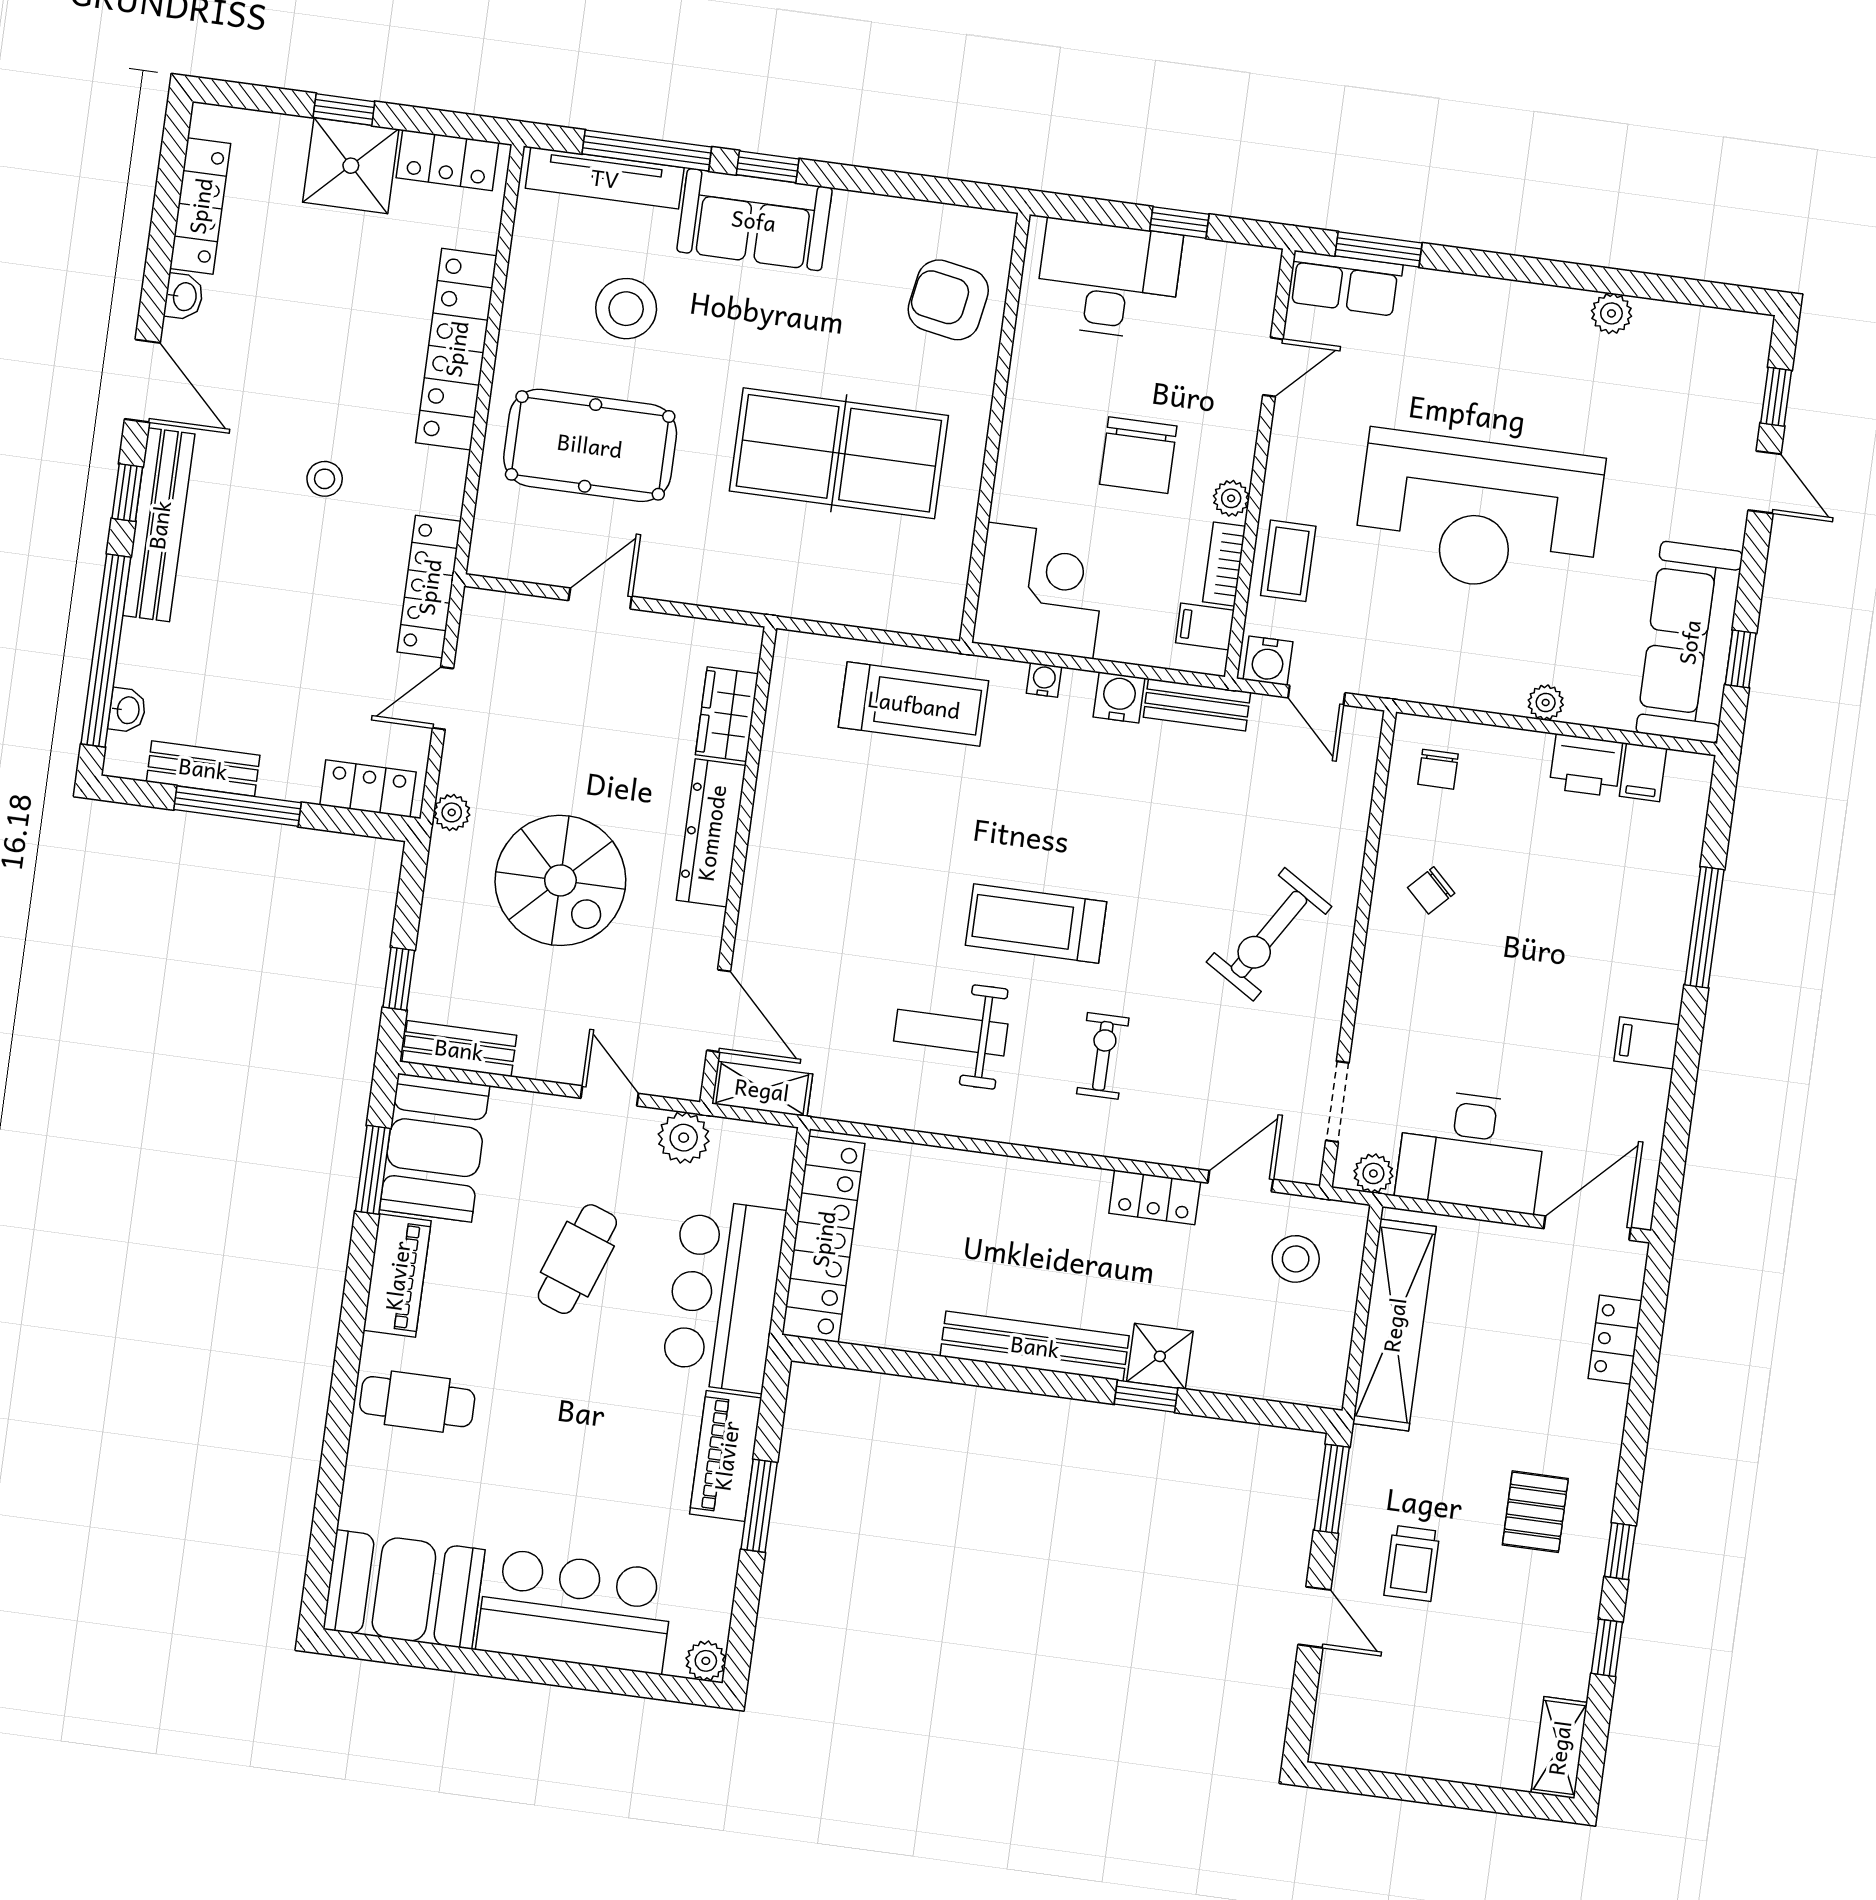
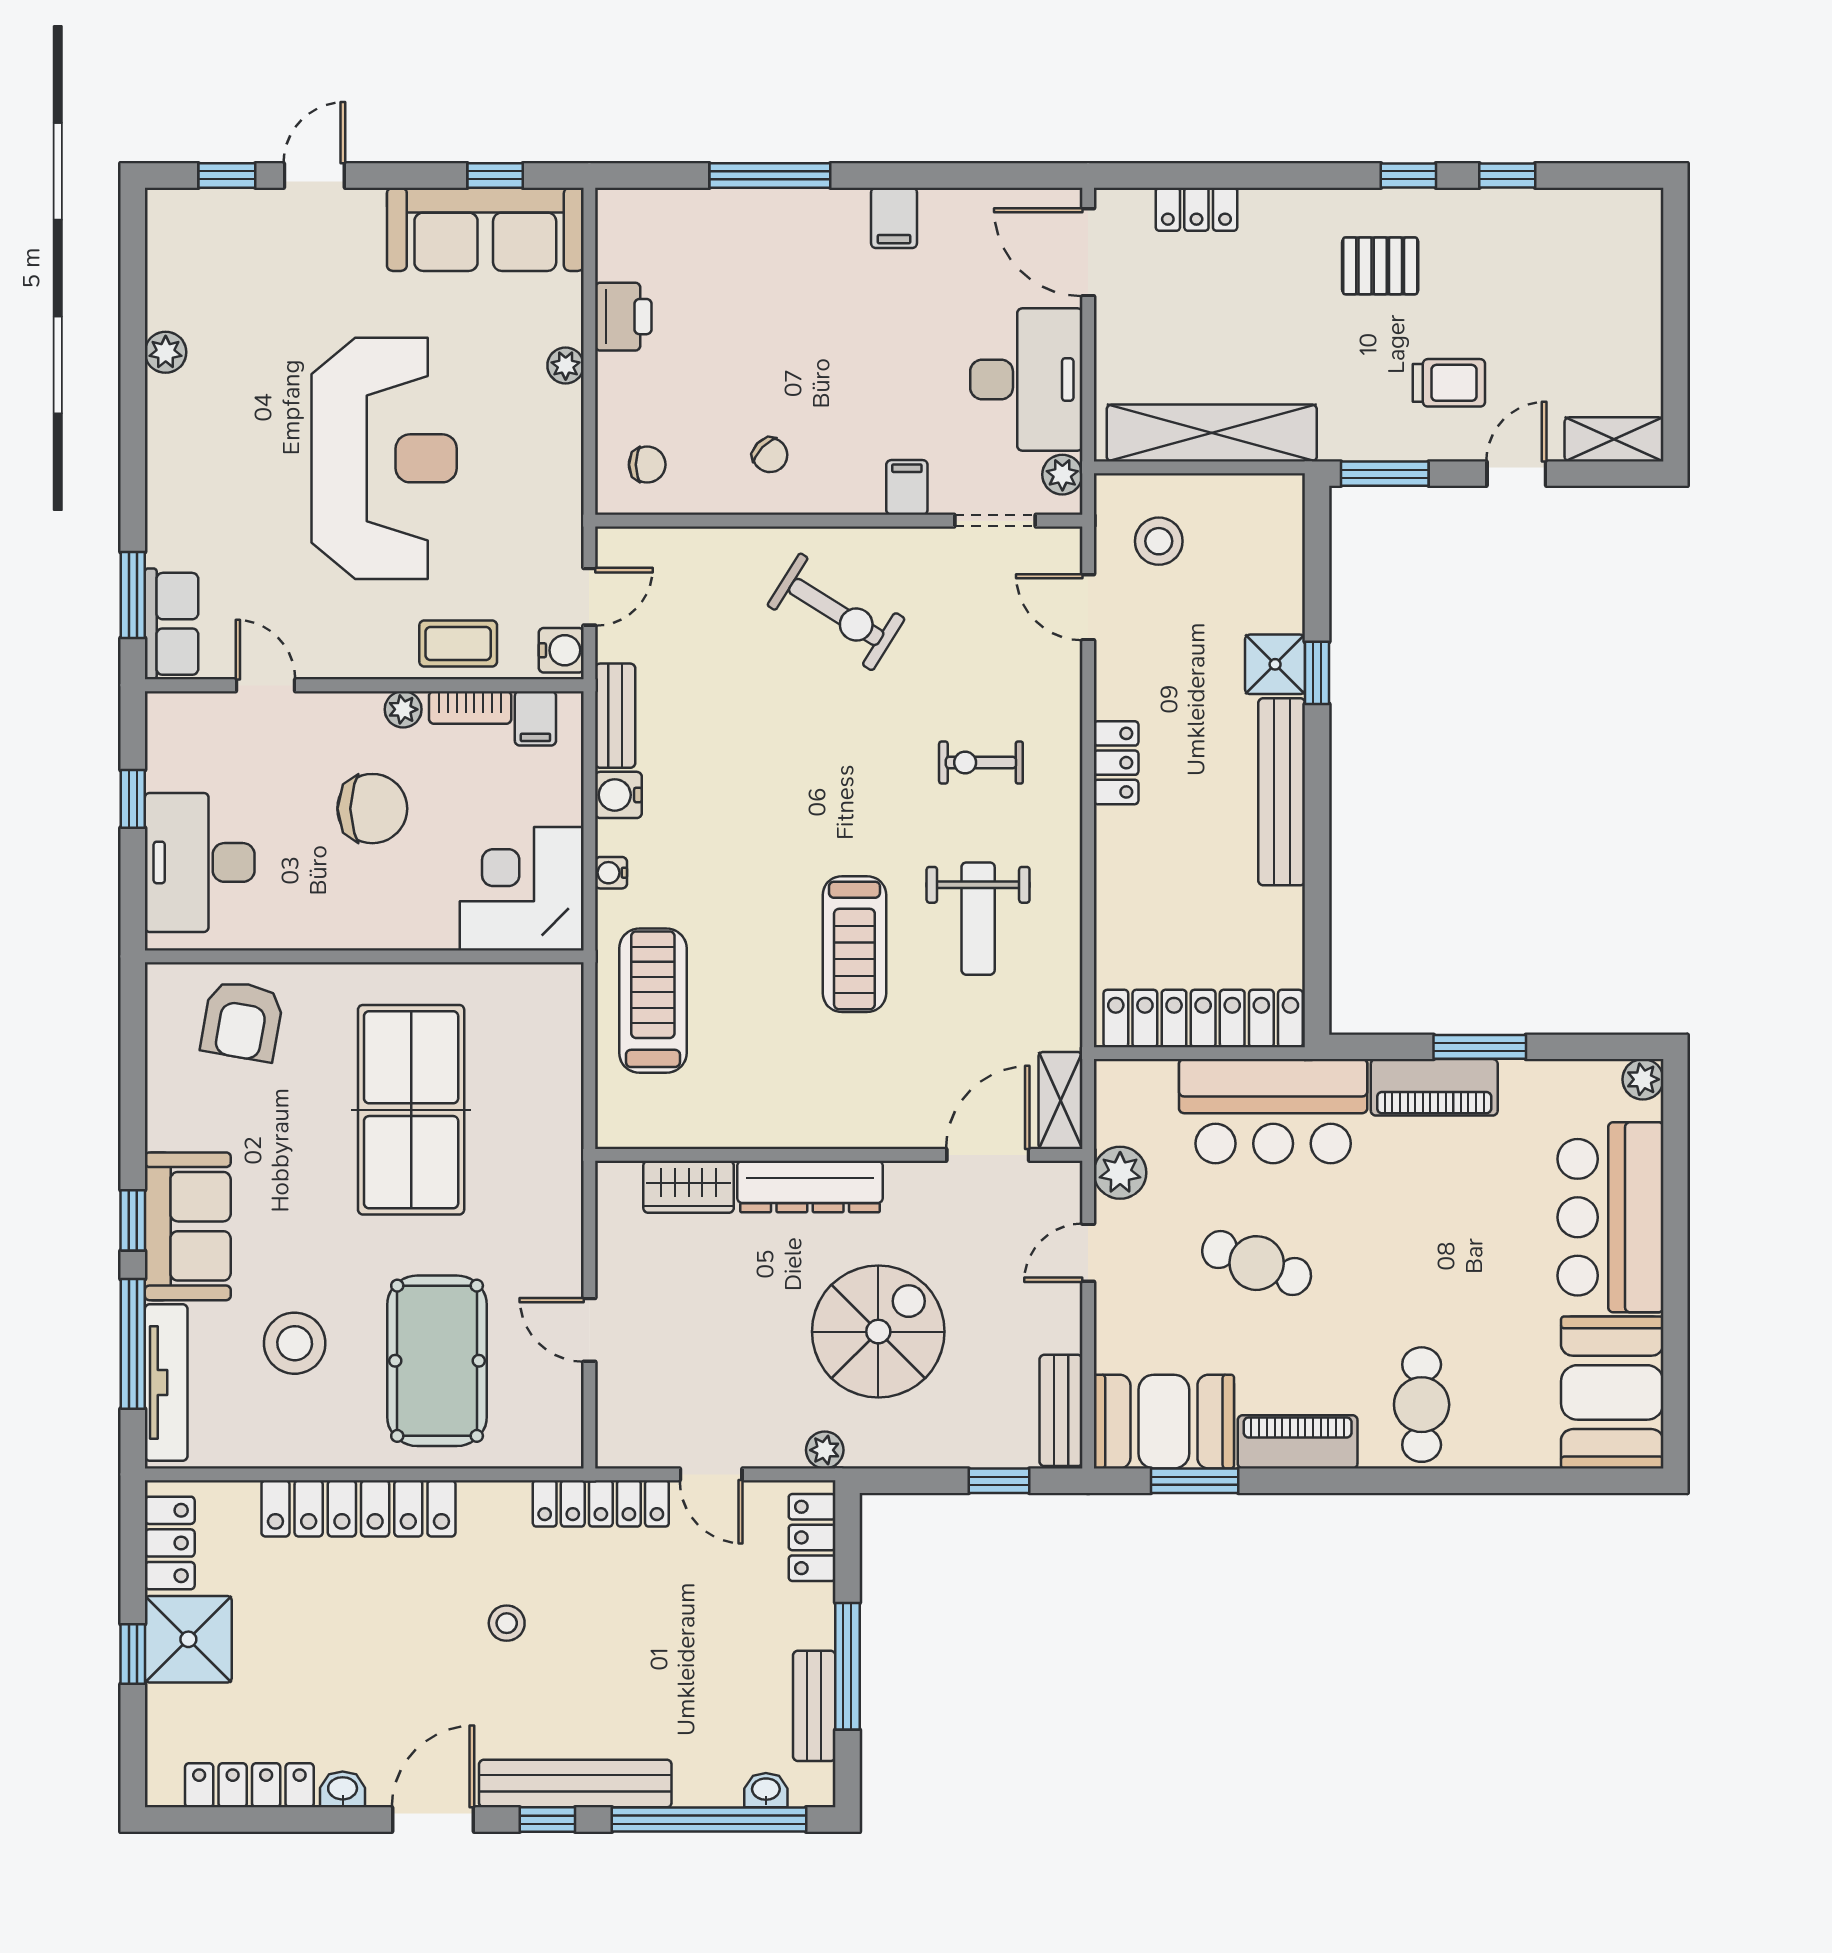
filing cabinet: (1643, 772) -> (907, 487), moved, turned -90
treadmill: (1036, 924) -> (854, 944), moved
locker: (1155, 1197) -> (1116, 763), moved
shelving: (1559, 1748) -> (1614, 439), moved

